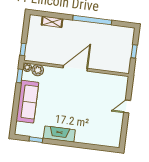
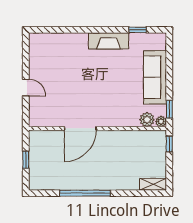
shelving: (52, 22) -> (153, 184), moved
door: (75, 68) -> (80, 128), moved
door: (127, 107) -> (26, 88), hinge flipped

